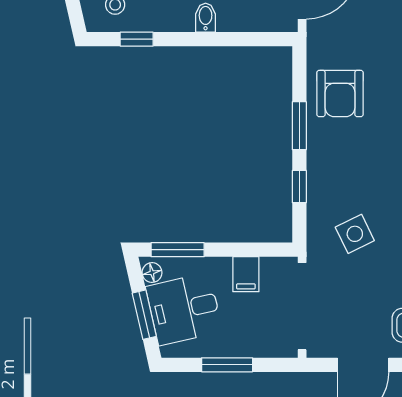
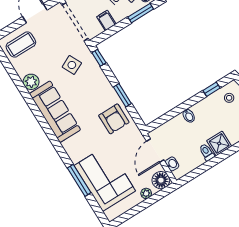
armchair: (340, 93) -> (114, 119), turned 180
window: (299, 187) -> (99, 58), moved

